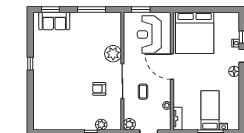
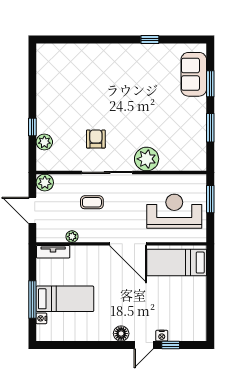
window: (50, 10) -> (210, 84), moved
window: (91, 10) -> (210, 128), width x0.69
bed: (195, 33) -> (177, 263), width x0.49
window: (30, 64) -> (150, 40), moved
door: (172, 67) -> (128, 244), swing flipped

